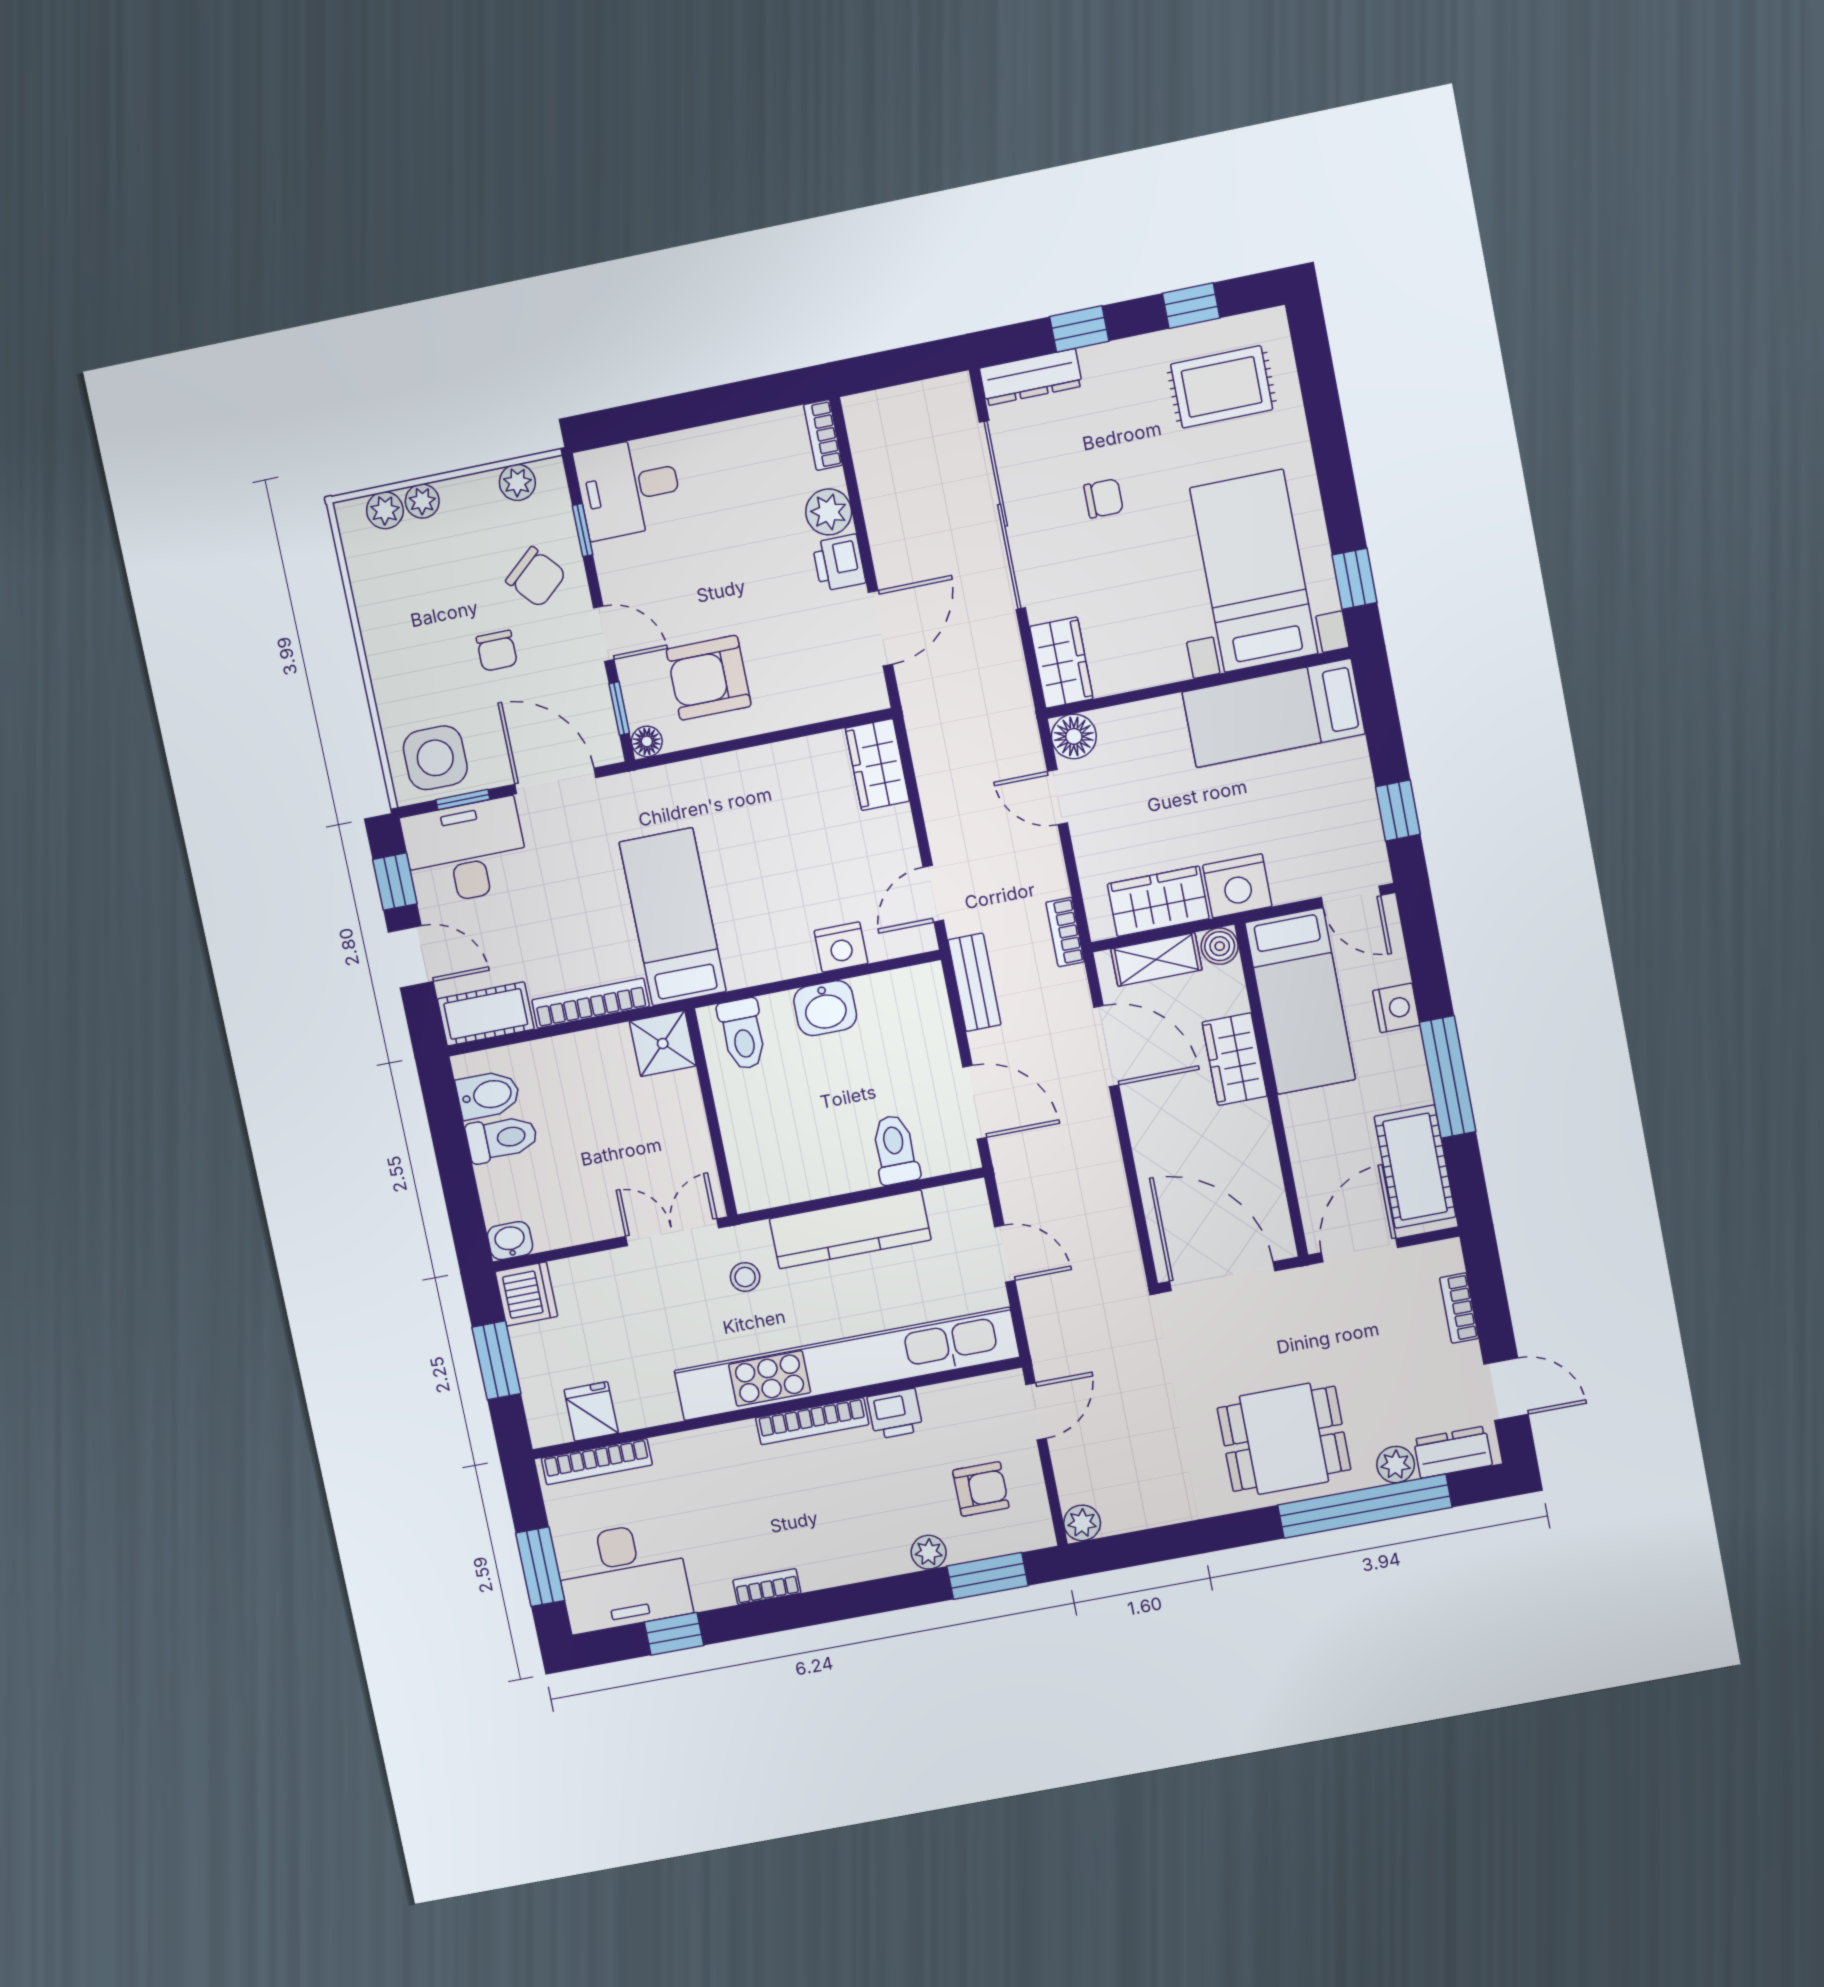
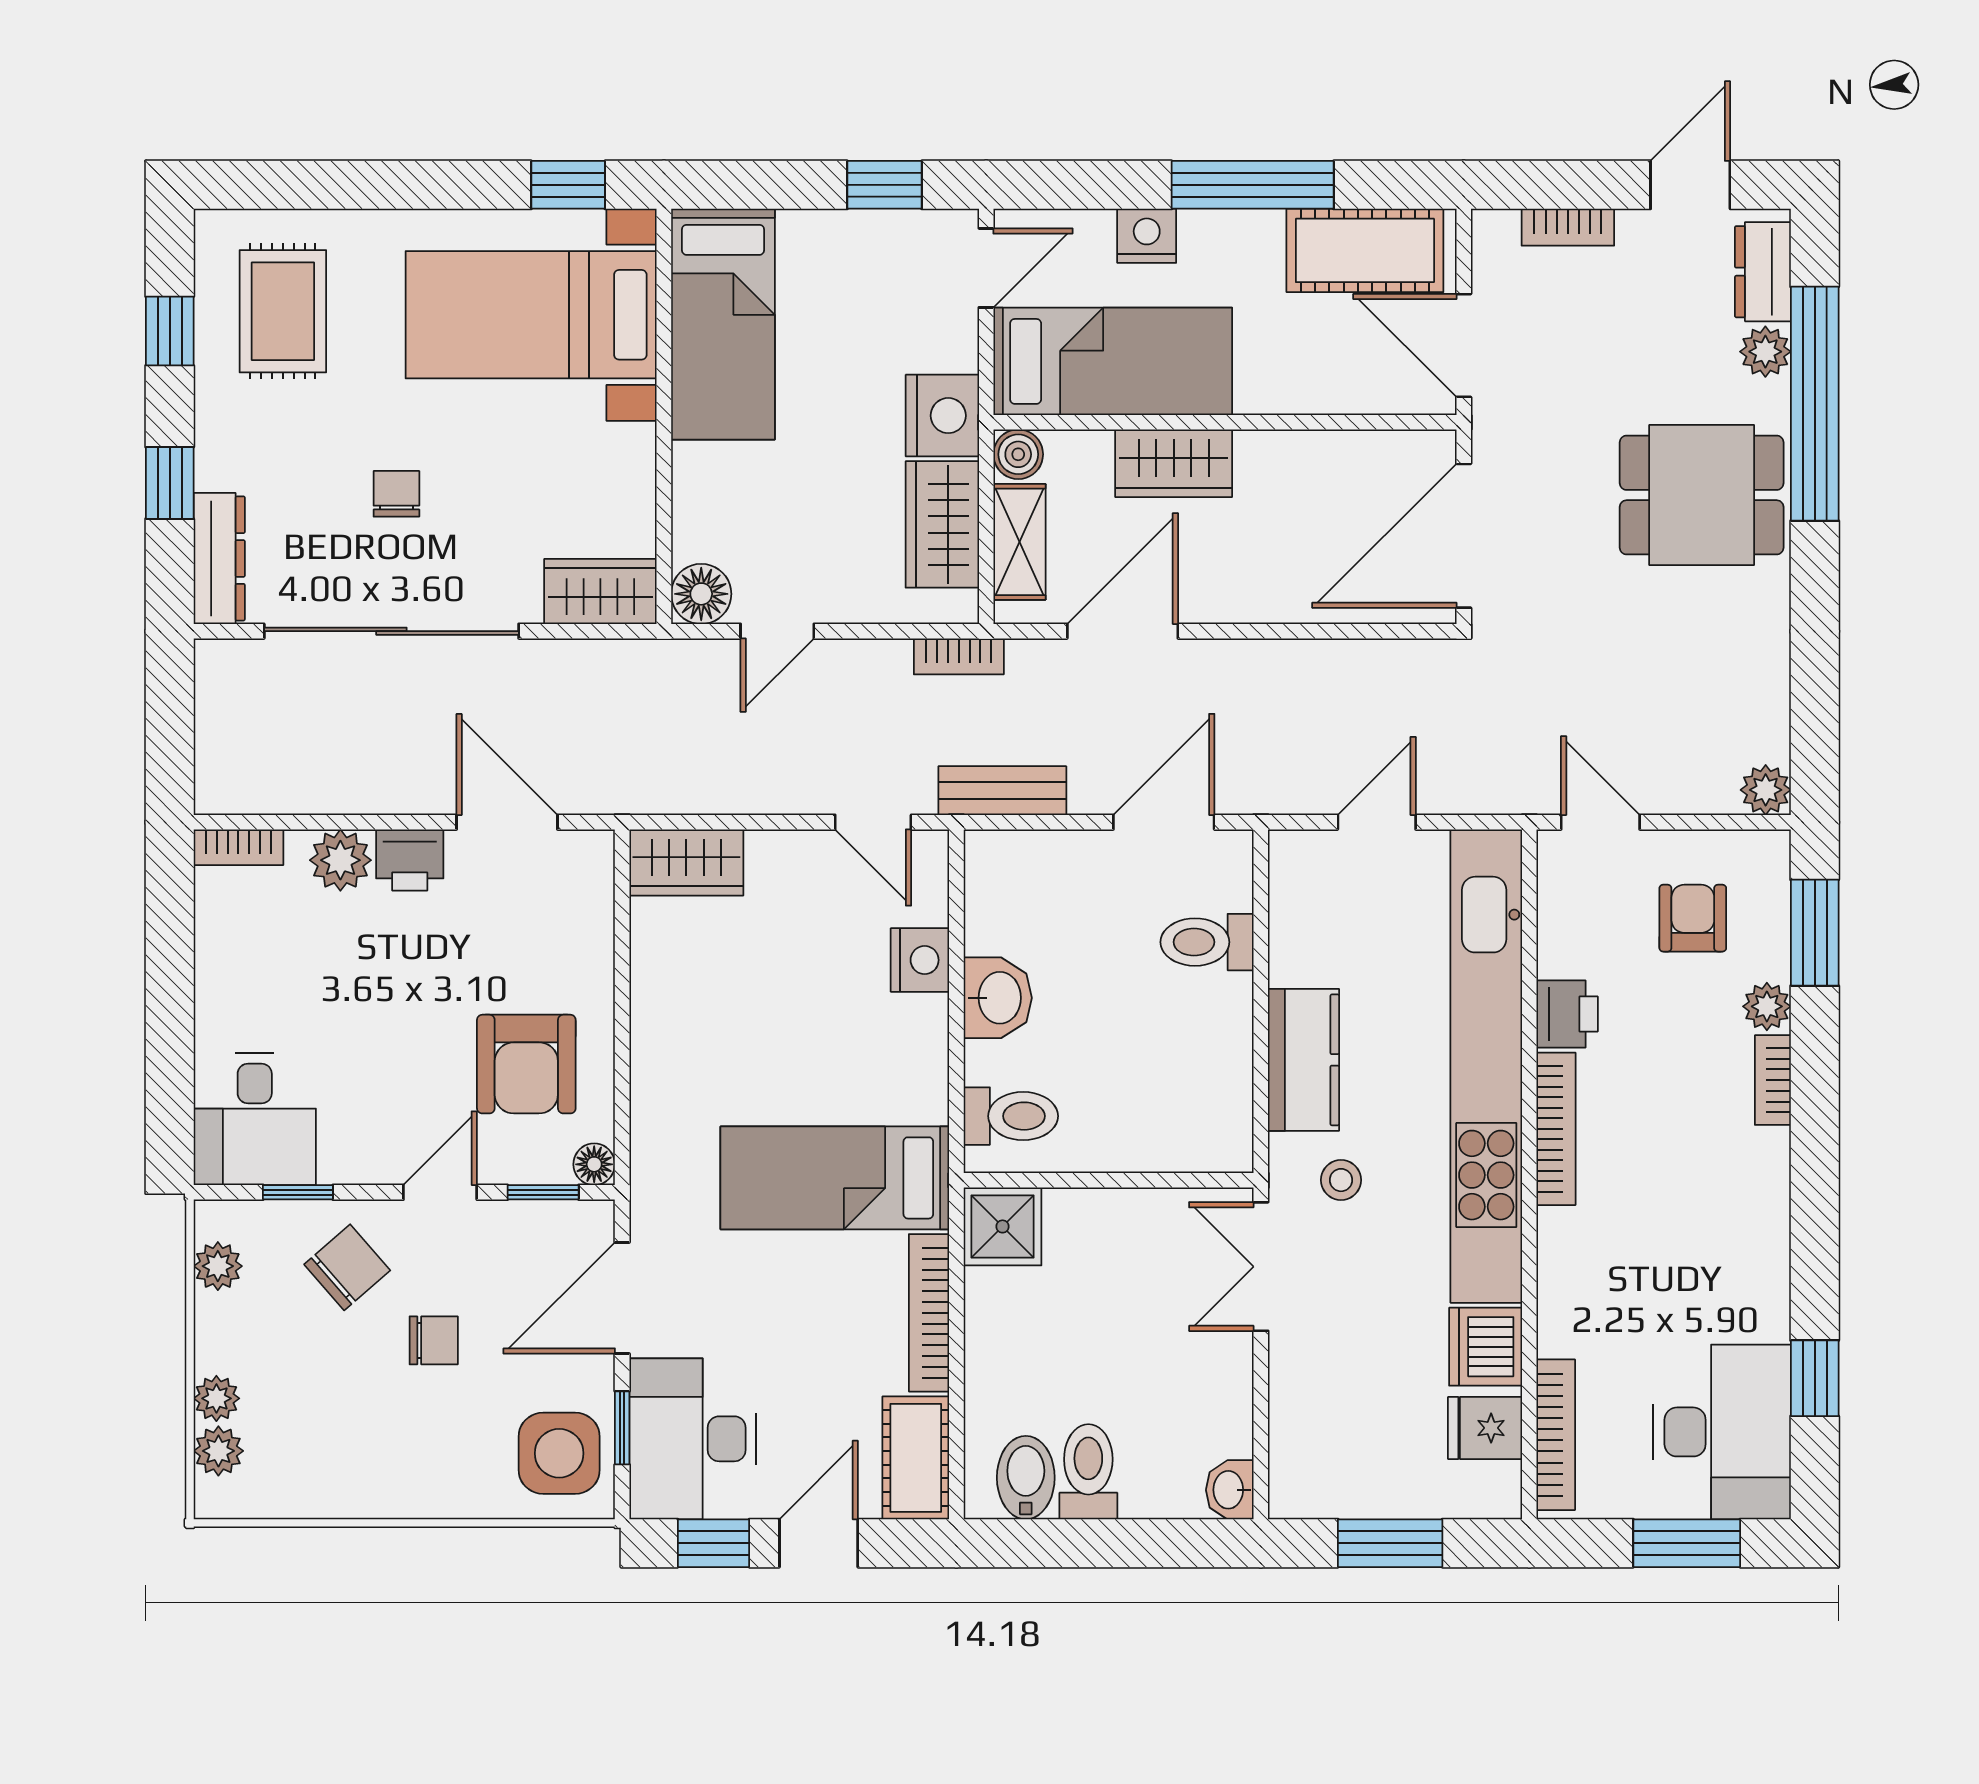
kitchen counter: (850, 1229) -> (1303, 1060), width x0.67
dishwasher: (526, 1294) -> (1486, 1347), moved, turned -90
dining table: (1284, 1439) -> (1702, 495), turned 90
bookcase: (767, 1587) -> (1773, 1080), moved

